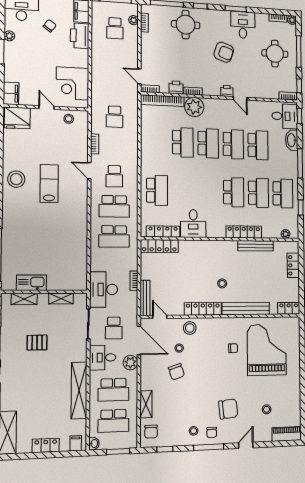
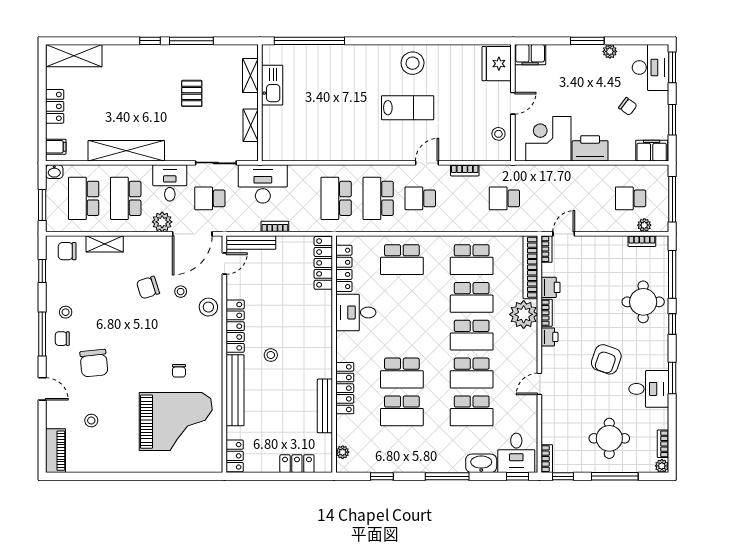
printer: (80, 36) -> (590, 148), moved
printer: (227, 91) -> (549, 337), moved
school desk: (283, 193) -> (472, 260), moved

